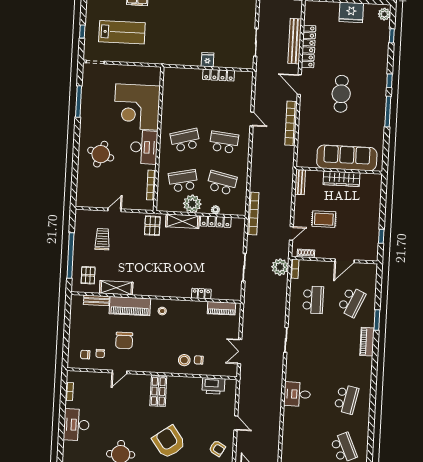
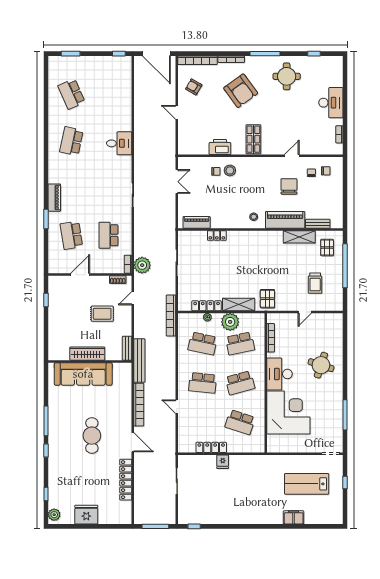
bench: (295, 41) -> (139, 360), moved
school desk: (187, 100) -> (240, 422), added
school desk: (351, 302) -> (71, 235), turned -33
printer: (213, 386) -> (220, 147), moved

